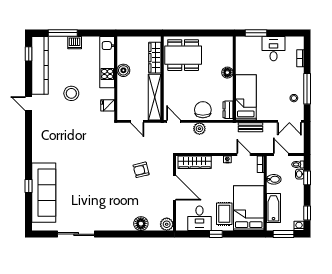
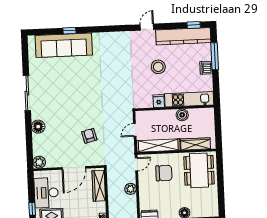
fridge: (108, 105) -> (159, 101), moved
chair: (203, 110) -> (164, 173), moved
desk: (199, 218) -> (46, 193), width x1.37
floor lamp: (141, 224) -> (38, 127), moved
sliding door: (76, 234) -> (27, 93), moved

